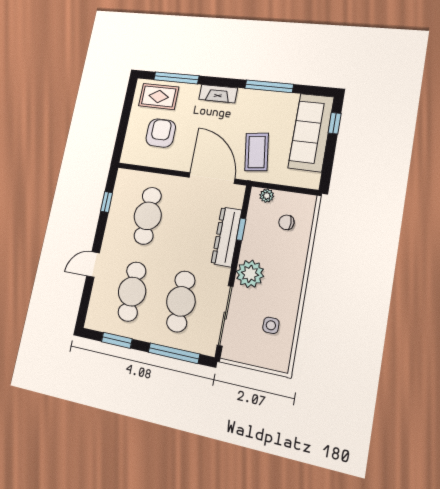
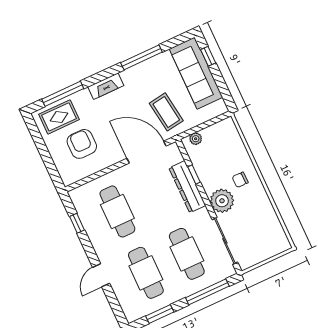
chair: (286, 222) -> (240, 180), moved
side table: (271, 325) -> (260, 225), removed

